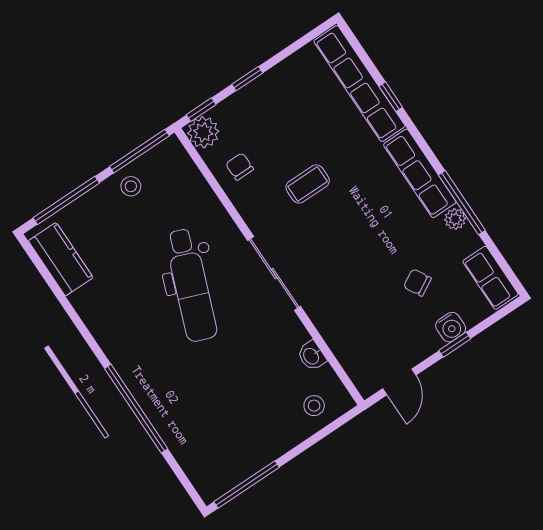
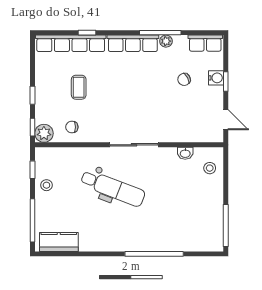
window: (139, 151) -> (32, 170), width x0.46
coffee table: (308, 184) -> (79, 87), moved

